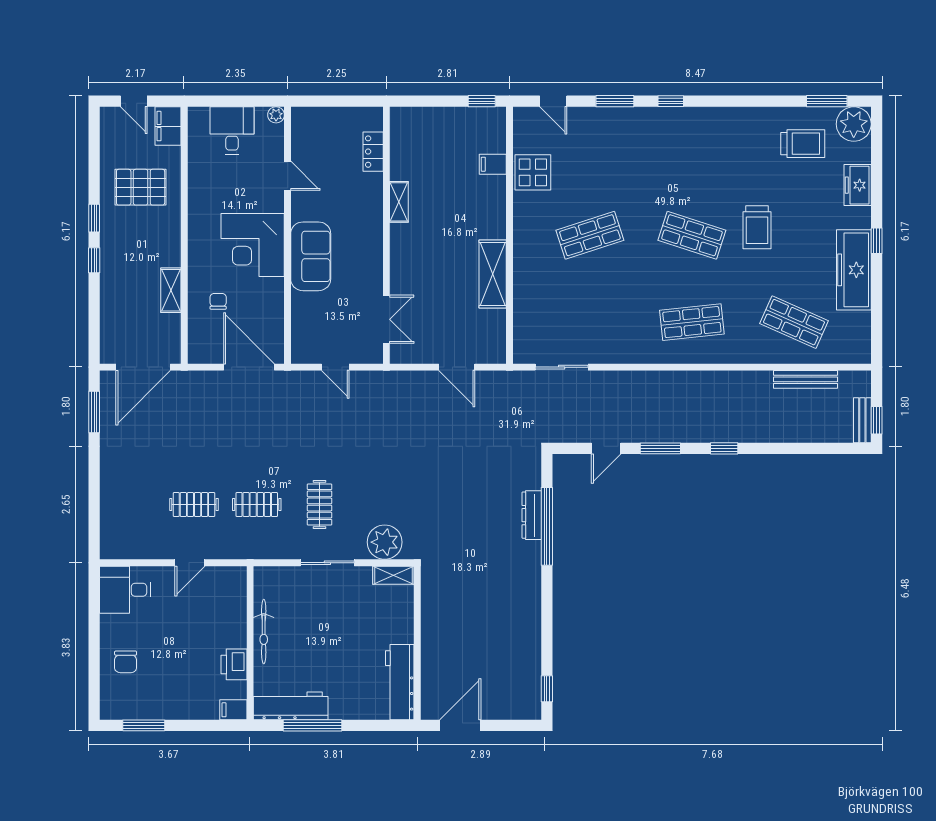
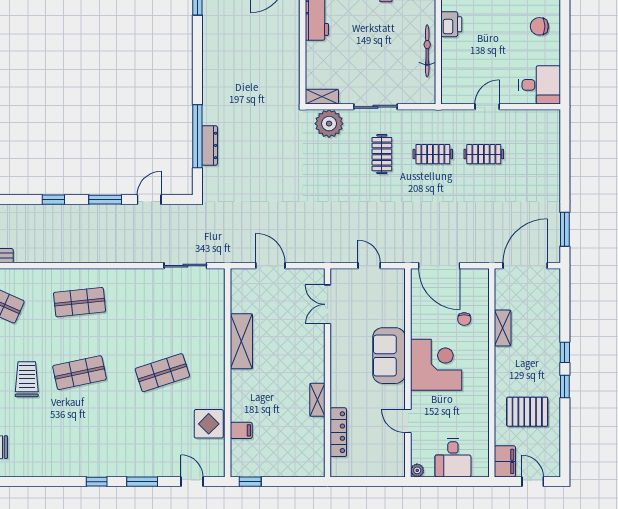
locker: (373, 152) -> (338, 432), width x1.53
shop shelf: (692, 235) -> (80, 373), turned -30
chair: (126, 662) -> (539, 26), turned -90

